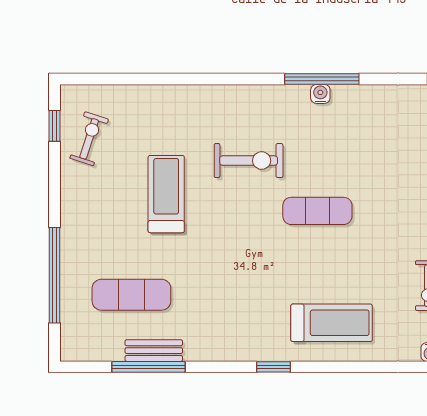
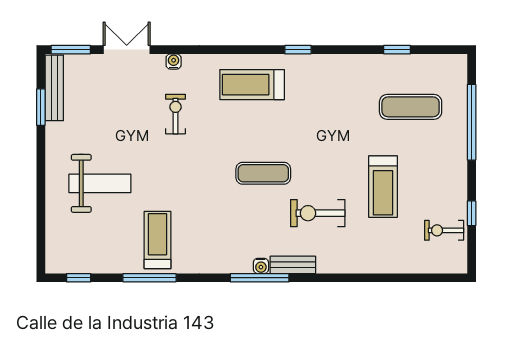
window: (54, 126) -> (472, 213), moved
exercise bike: (89, 139) -> (444, 230), turned 72
bench: (154, 351) -> (293, 265), moved
window: (148, 367) -> (397, 50), width x0.46

